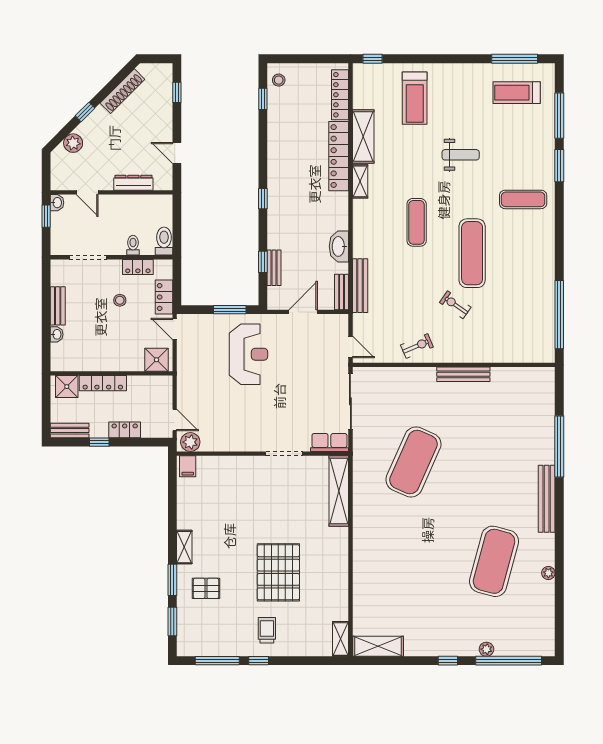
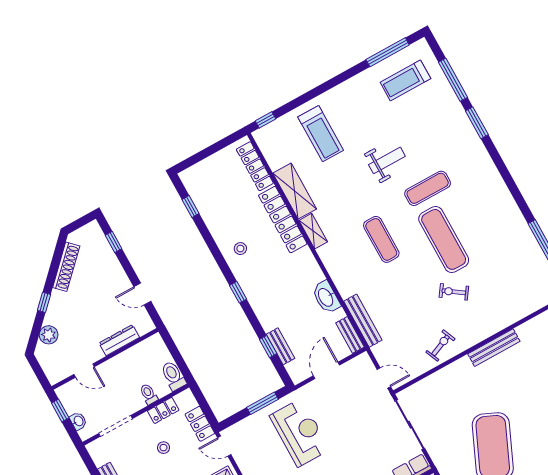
stool: (279, 80) -> (240, 249), moved
exercise mat: (523, 199) -> (428, 188), moved
washbasin: (57, 203) -> (78, 421), moved

